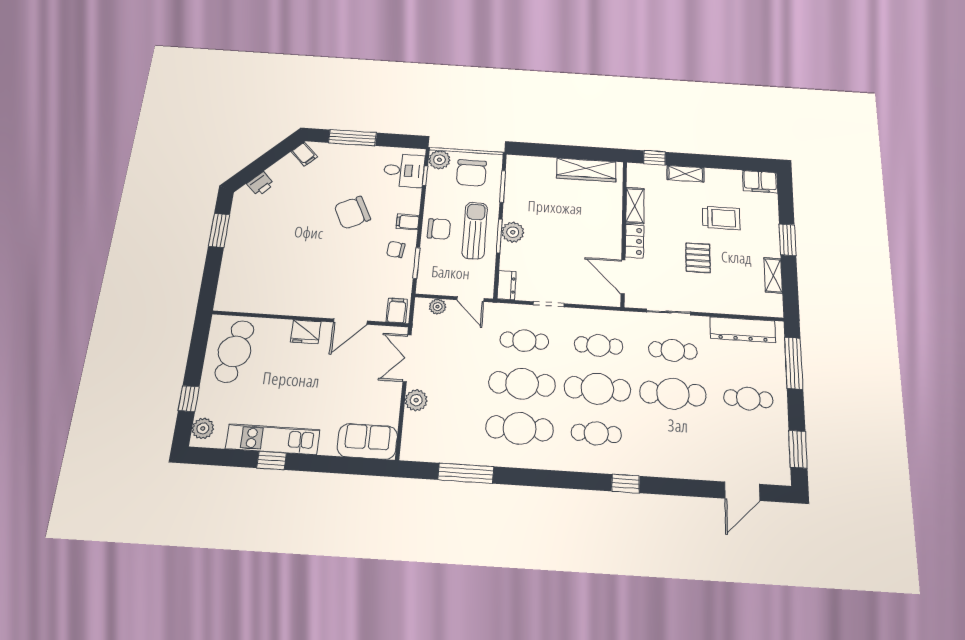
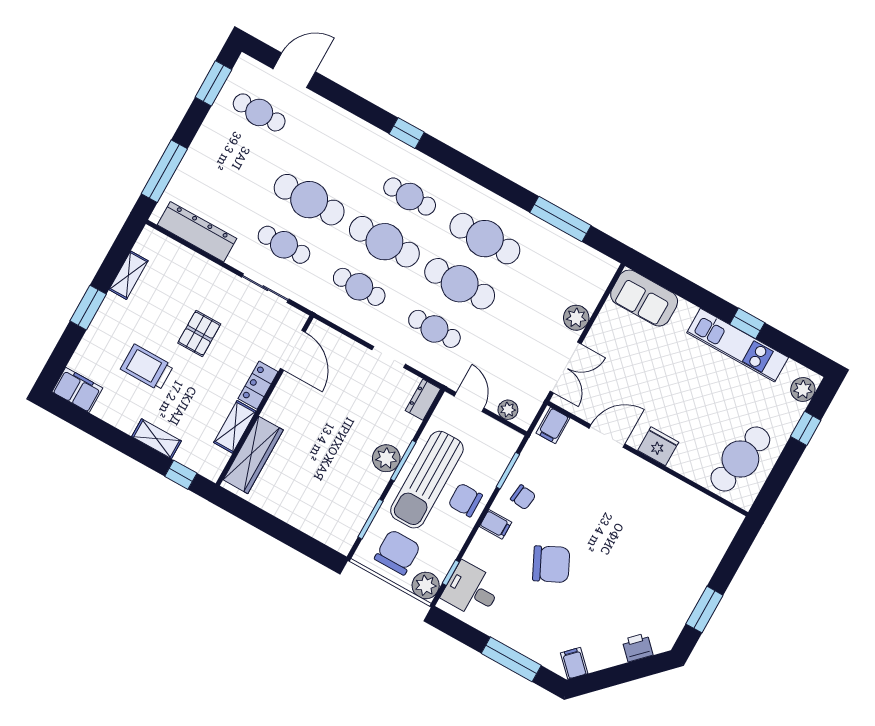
wardrobe: (586, 170) -> (253, 455), moved, turned 90
sun lounger: (475, 231) -> (427, 480), width x1.36, depth x1.34
cafe table: (748, 399) -> (259, 112), moved

